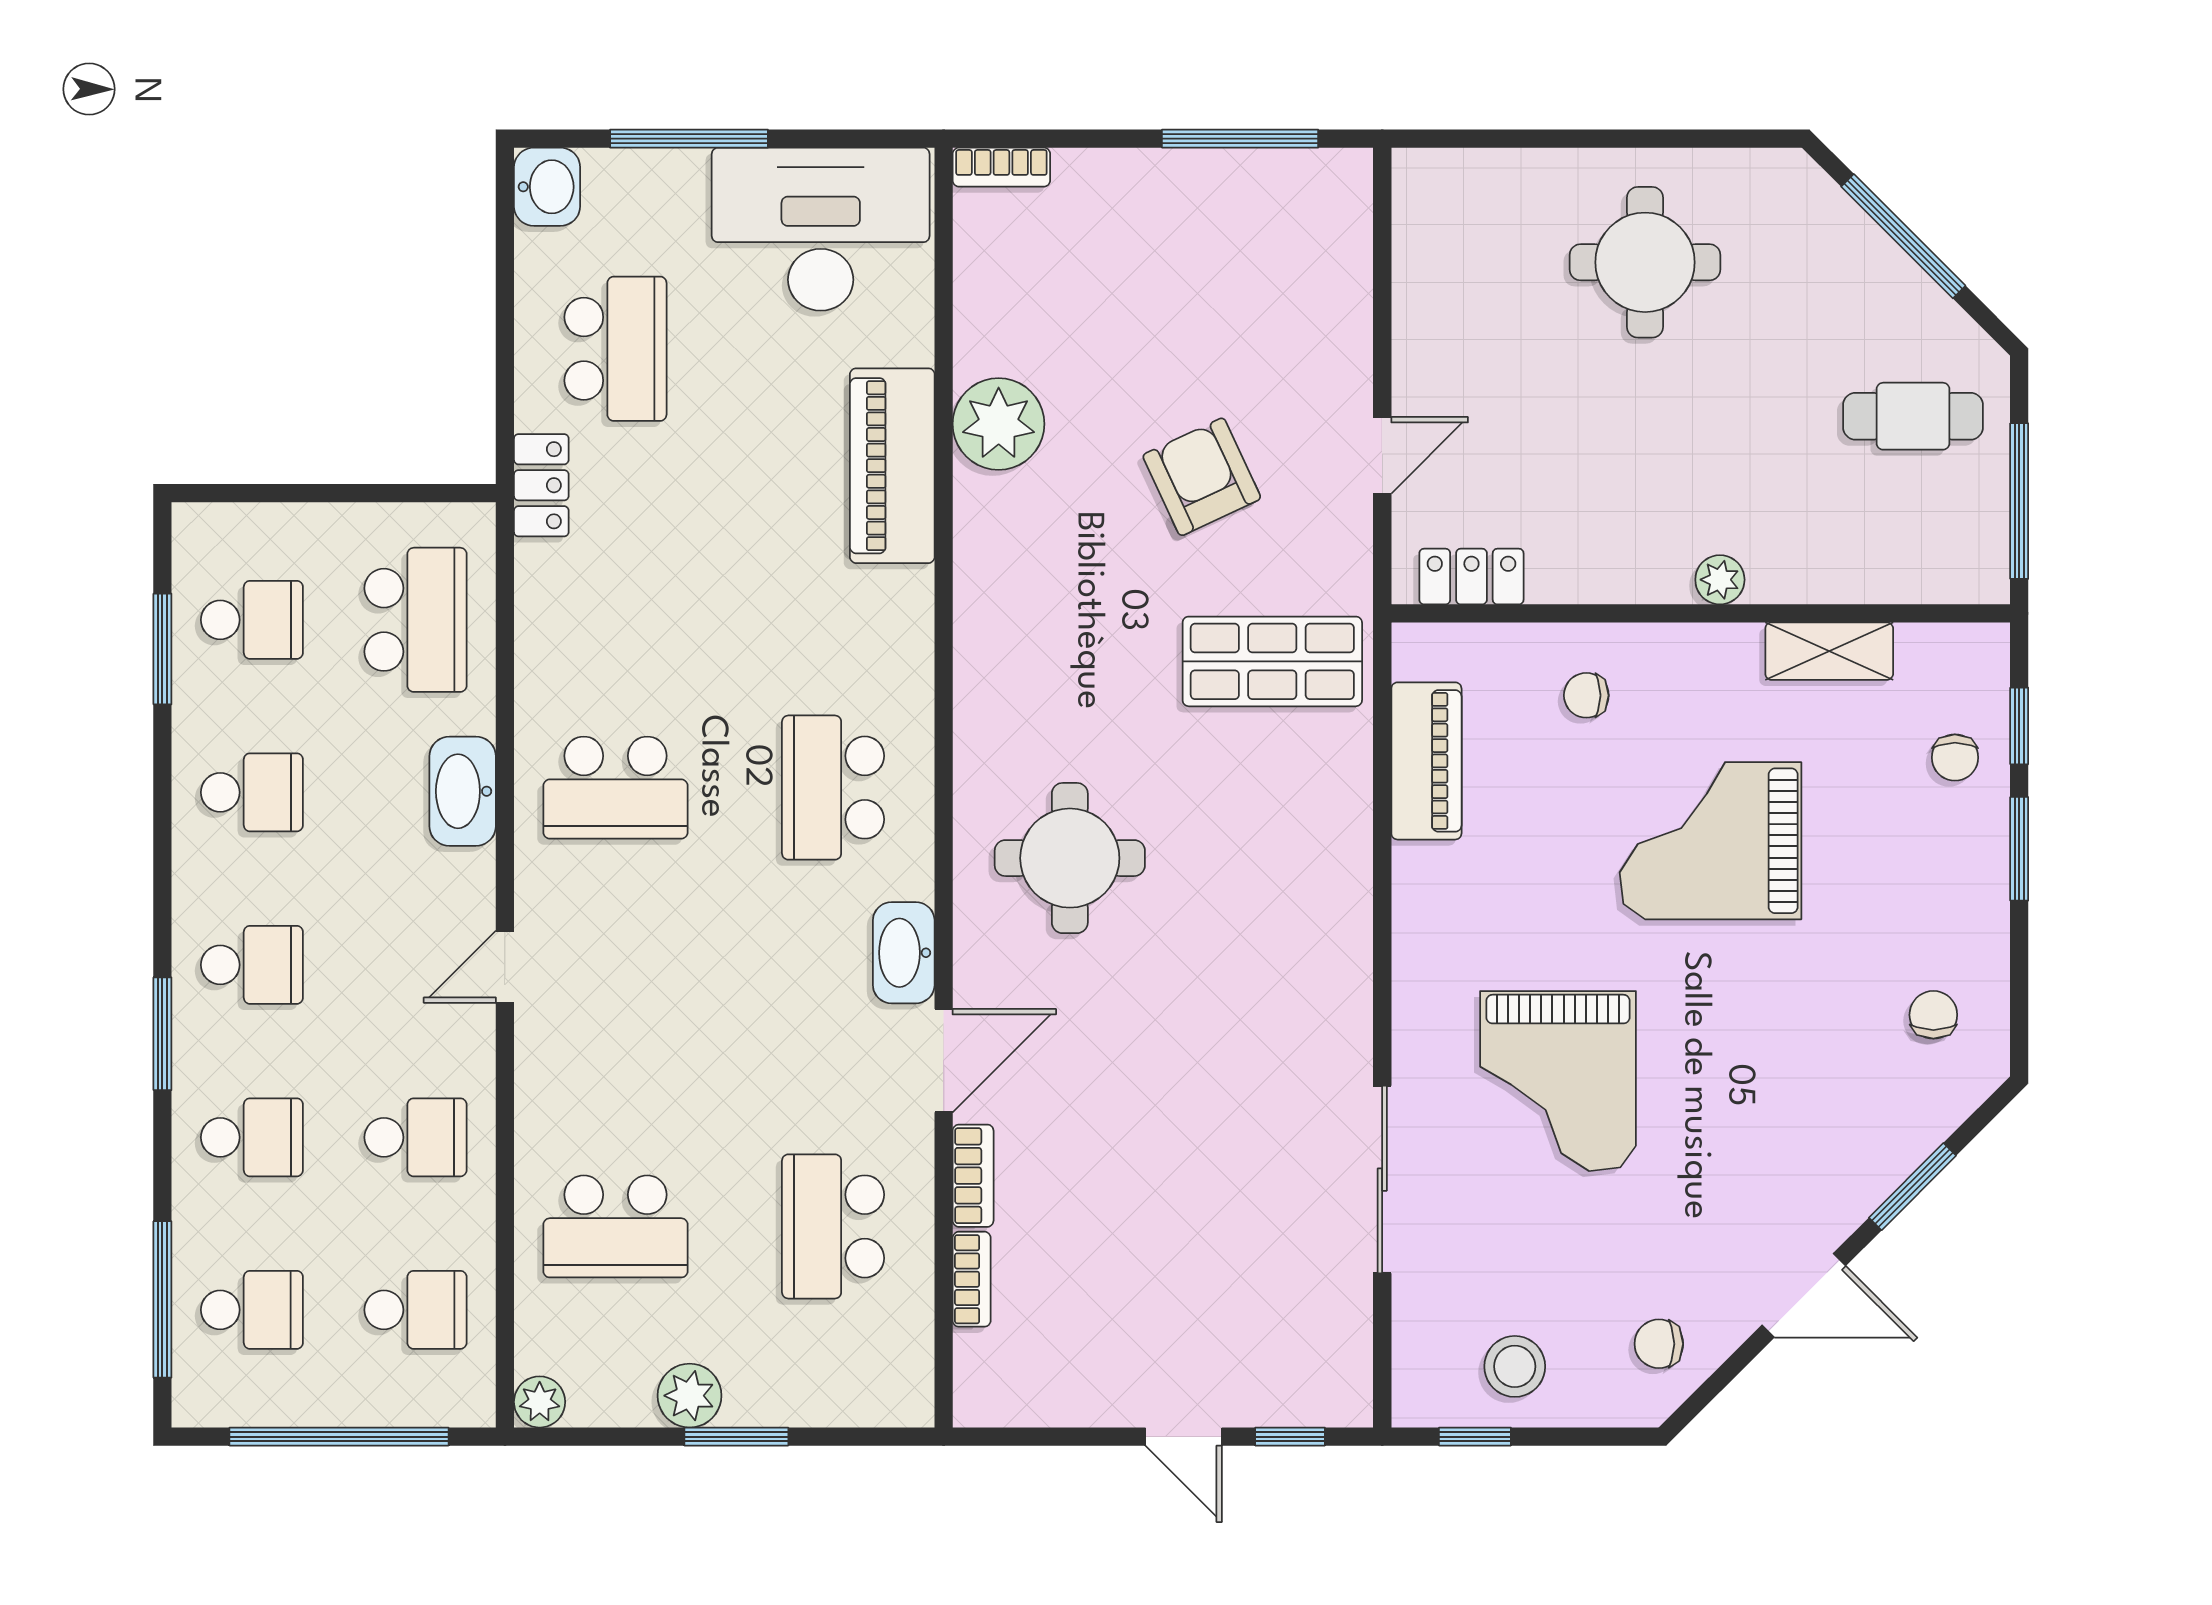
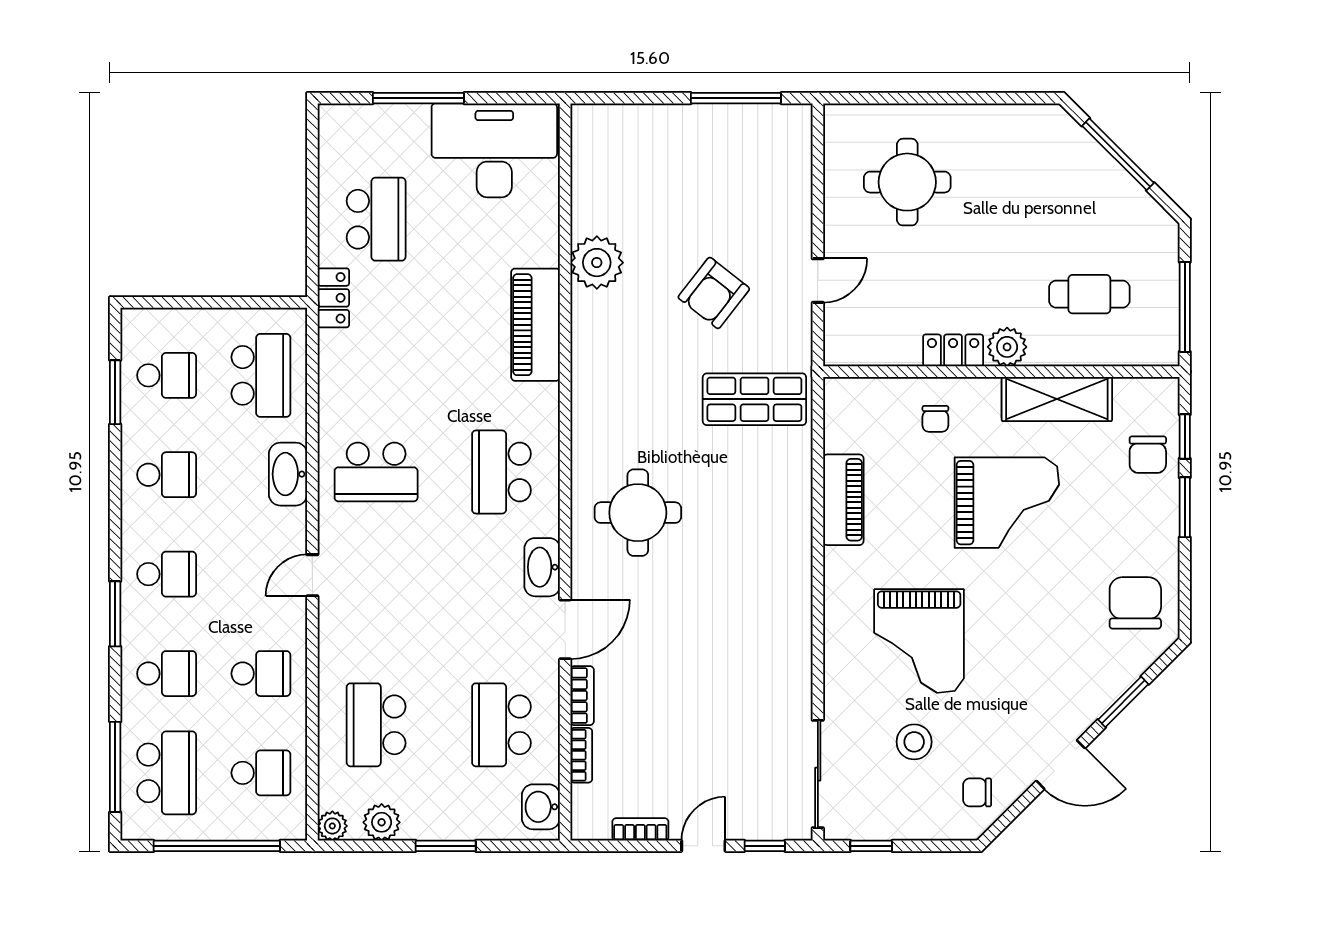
bookcase: (1001, 167) -> (640, 829), moved, turned 180
washbasin: (547, 187) -> (541, 807), moved, turned 180
round table: (1645, 262) -> (907, 182), moved
cafe table: (1913, 416) -> (1089, 294), moved
piano: (892, 466) -> (536, 325), moved
armchair: (1202, 477) -> (714, 293), turned -117
locker: (1471, 577) -> (953, 350), moved
plant: (1720, 580) -> (1007, 347), width x1.38, depth x1.38
shelving: (1829, 651) -> (1057, 399), width x1.50, depth x1.33
chair: (1586, 695) -> (935, 419), turned -90
chair: (1955, 758) -> (1148, 455), width x1.37, depth x1.37
piano: (1426, 761) -> (843, 500), moved
grand piano: (1710, 841) -> (1007, 503), turned 180
chair: (1933, 1015) -> (1135, 603), width x1.87, depth x1.87
sliding door: (1382, 1180) -> (818, 774), moved
school desk: (615, 1226) -> (376, 725), turned 90
school desk: (252, 1310) -> (167, 773), width x1.85
stool: (1515, 1366) -> (914, 742), moved
plant: (690, 1396) -> (382, 822), moved
door: (1184, 1437) -> (703, 846), swing flipped

